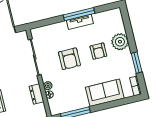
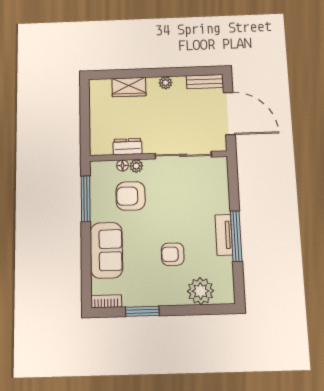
plant: (120, 42) -> (200, 291), moved
armchair: (69, 59) -> (131, 196), moved

